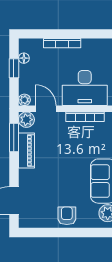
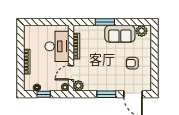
window: (14, 137) -> (106, 94), moved
piano: (26, 151) -> (99, 86), removed
armchair: (67, 216) -> (132, 63), moved

